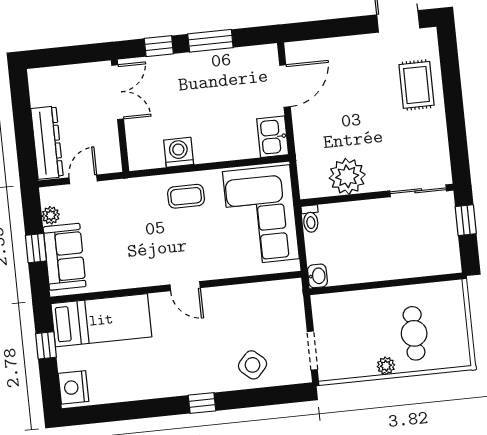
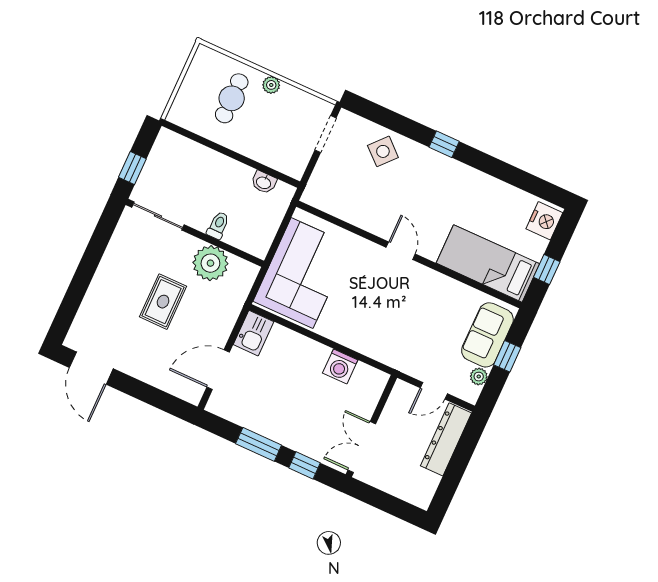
rug: (417, 85) -> (163, 302), moved
coffee table: (186, 196) -> (356, 326), removed
toilet: (310, 219) -> (218, 225), moved
washbasin: (317, 276) -> (264, 182), moved, turned -90

